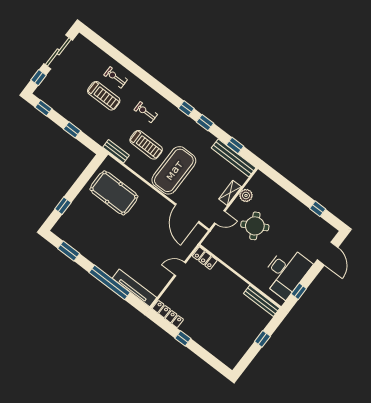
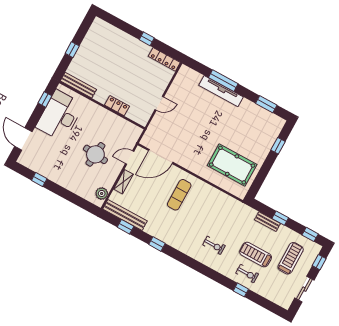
sliding door: (58, 52) -> (304, 289), width x0.73
window: (186, 108) -> (241, 290), moved
treadmill: (146, 145) -> (291, 258), moved, turned 90
bench: (116, 151) -> (267, 222), moved
exercise mat: (174, 170) -> (179, 195), width x0.50, depth x0.69
plant: (246, 195) -> (102, 193), moved
door: (187, 213) -> (161, 156), swing flipped
round table: (255, 226) -> (95, 154), turned 35
locker: (205, 258) -> (117, 106), moved
window: (110, 282) -> (223, 81), width x0.68
tv unit: (135, 288) -> (221, 91), moved

